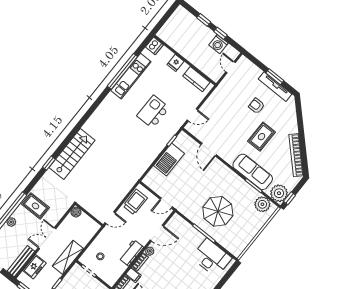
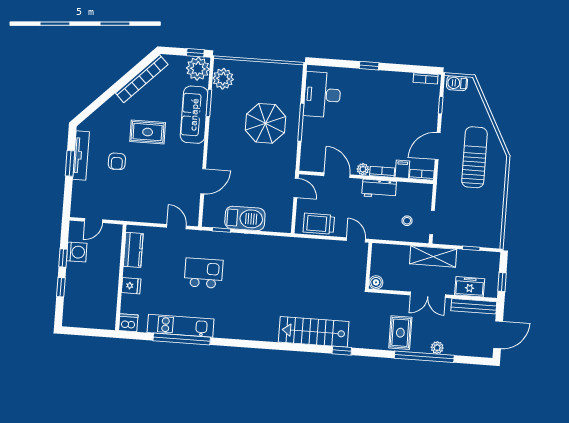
kitchen island: (153, 112) -> (204, 273), turned 180

